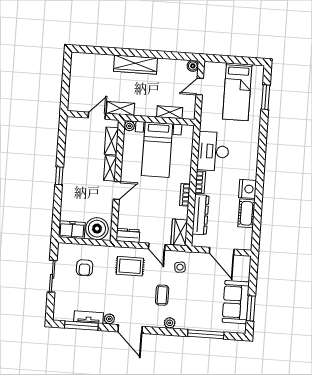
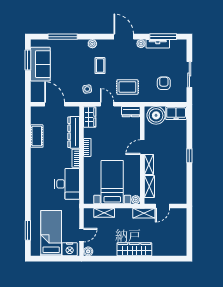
nightstand: (248, 189) -> (70, 249), moved, turned -90

